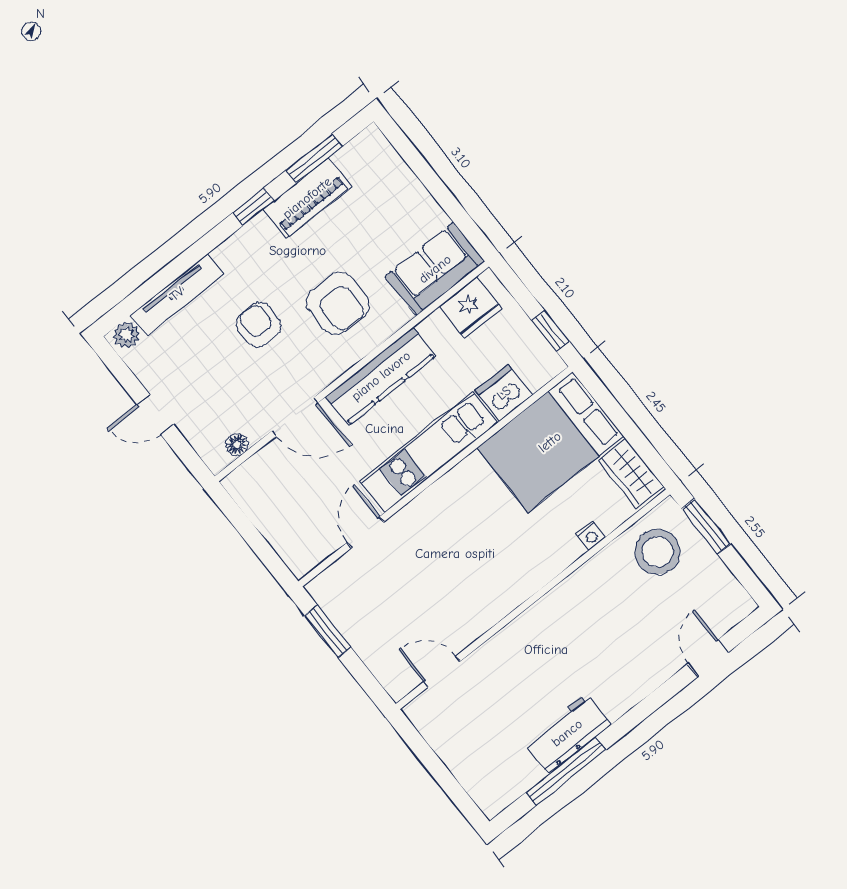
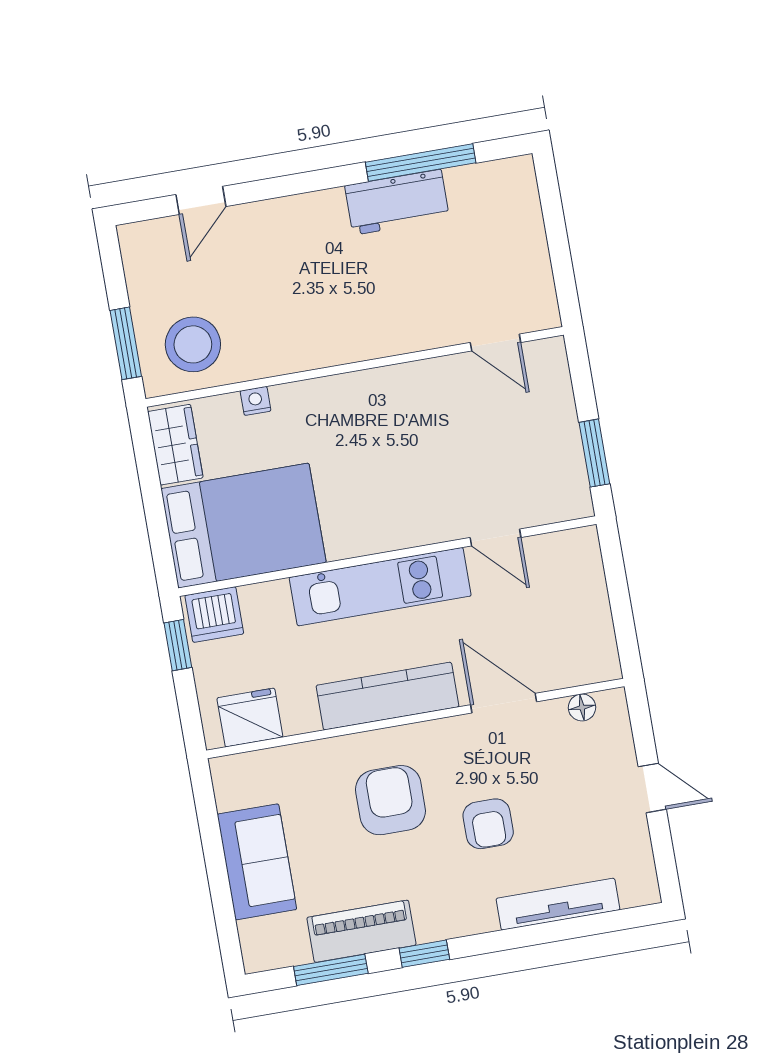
sofa: (435, 269) -> (257, 862), moved, turned -90
plant: (126, 335) -> (636, 891), removed
dishwasher: (504, 393) -> (214, 615), moved
door: (365, 532) -> (495, 538), hinge flipped

